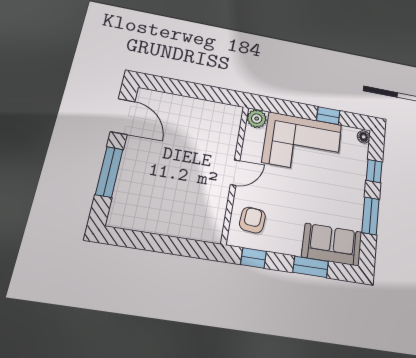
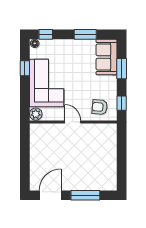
window: (374, 171) -> (46, 34), moved

